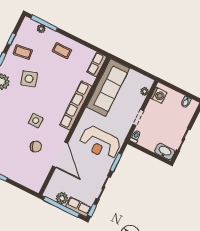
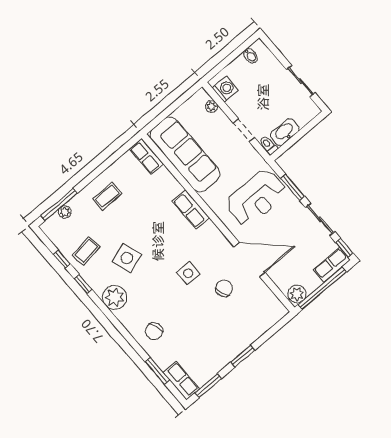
row of seats: (76, 105) -> (191, 209), width x0.50
washbasin: (165, 152) -> (285, 132), moved
plant: (62, 198) -> (297, 294), moved

